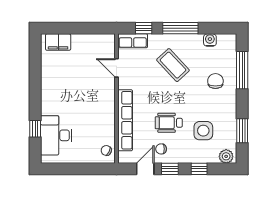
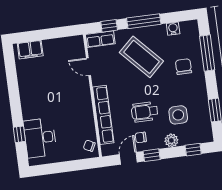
coffee table: (173, 65) -> (141, 57), width x1.36, depth x1.32
plant: (226, 156) -> (171, 140), moved
window: (199, 169) -> (193, 150), moved

